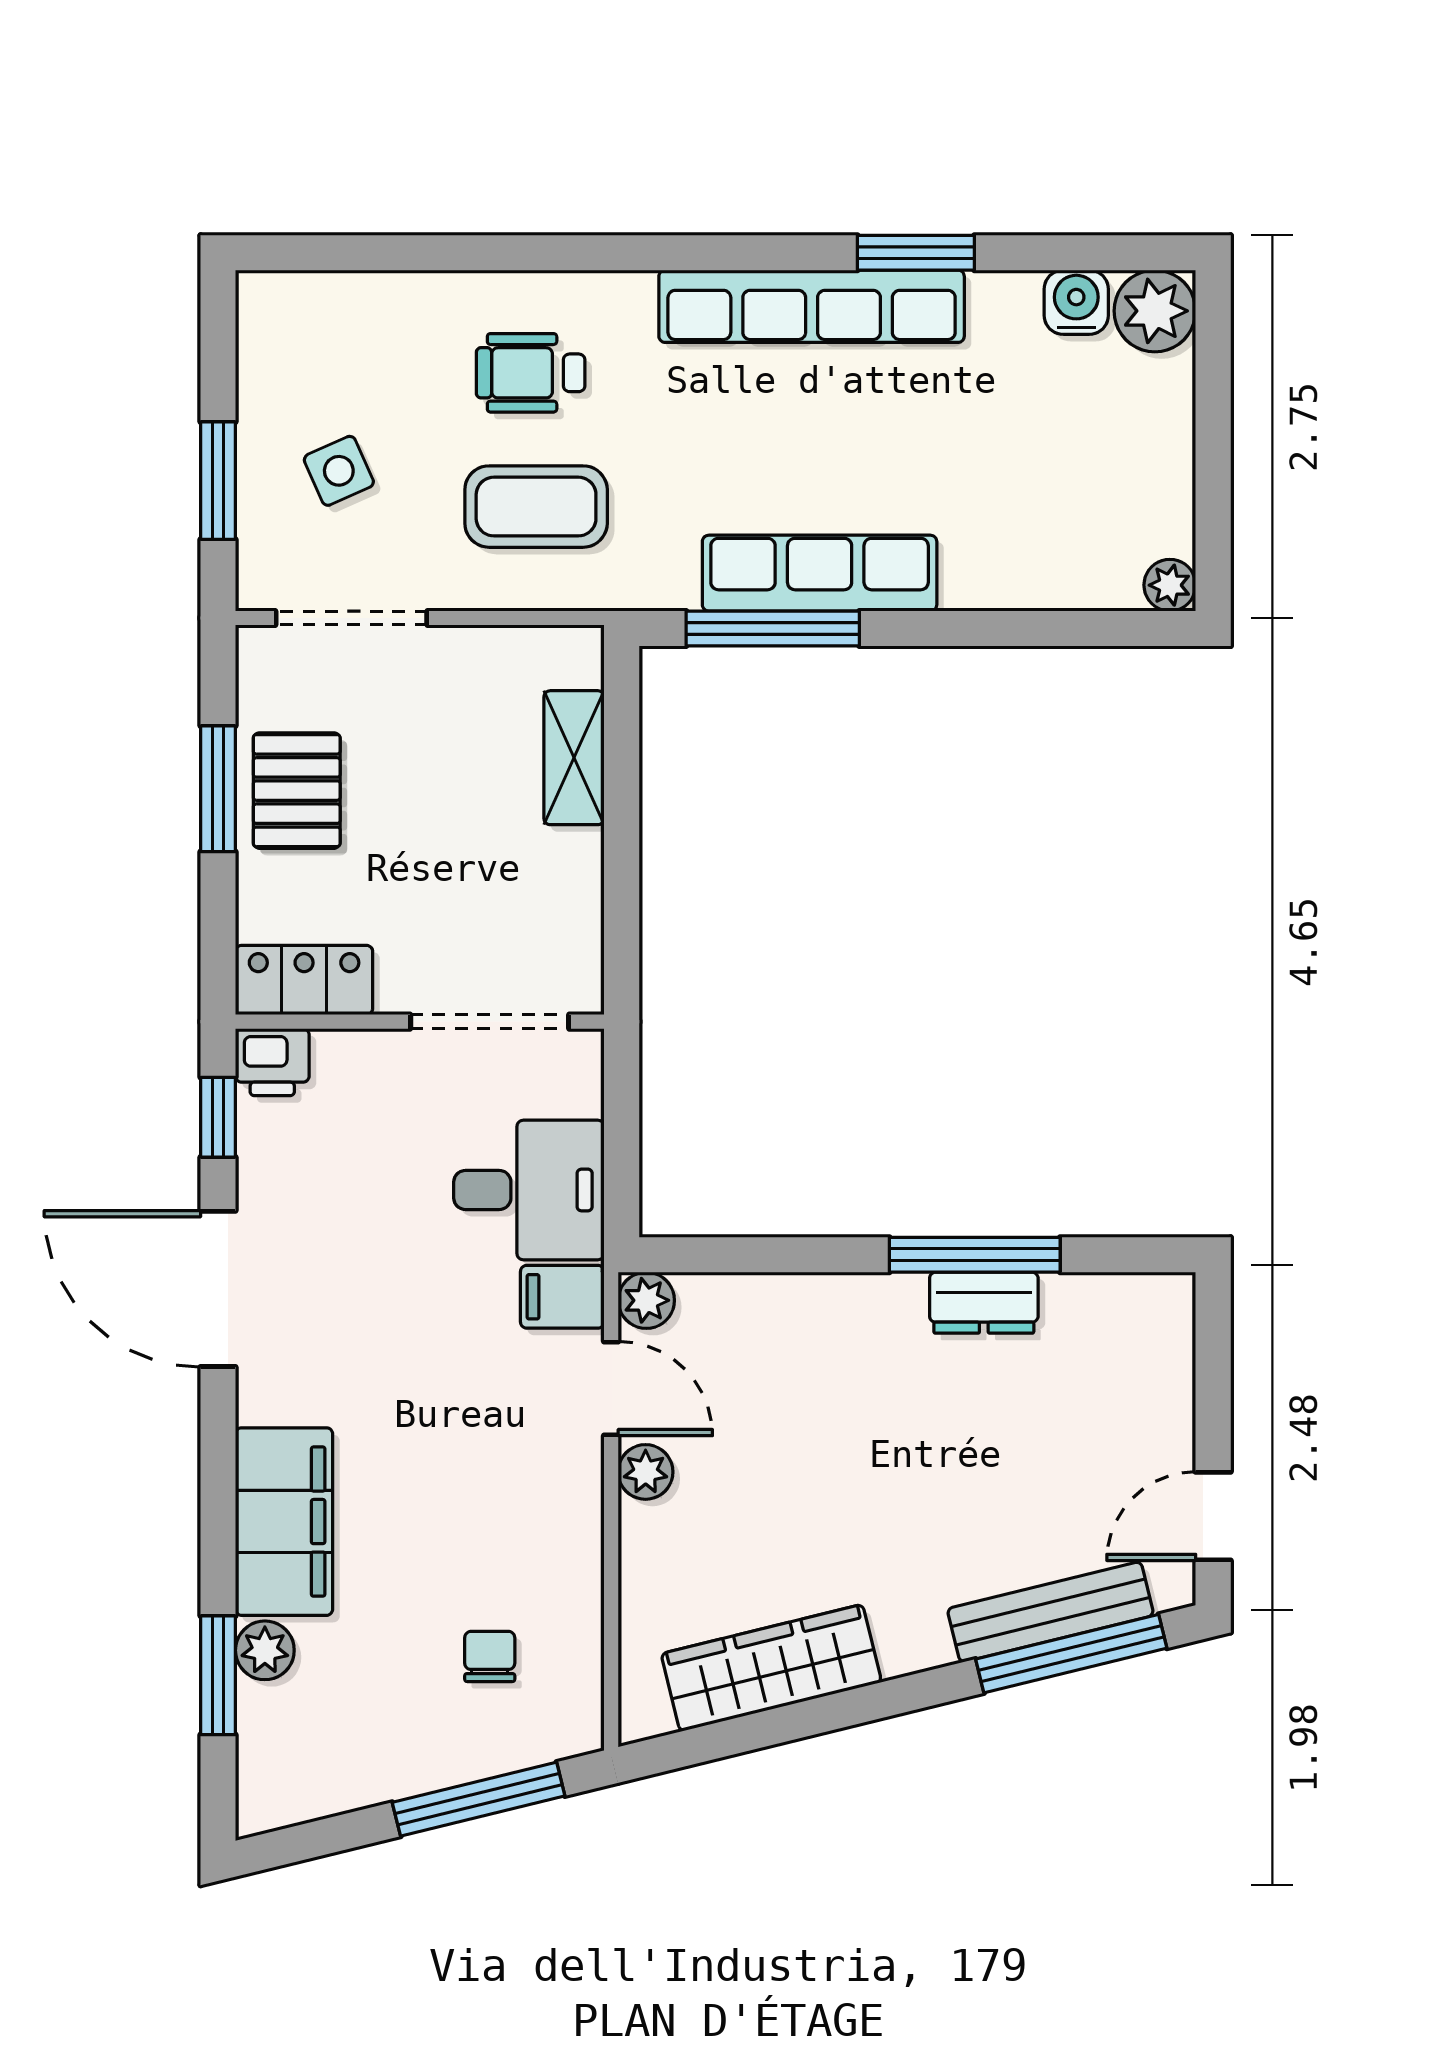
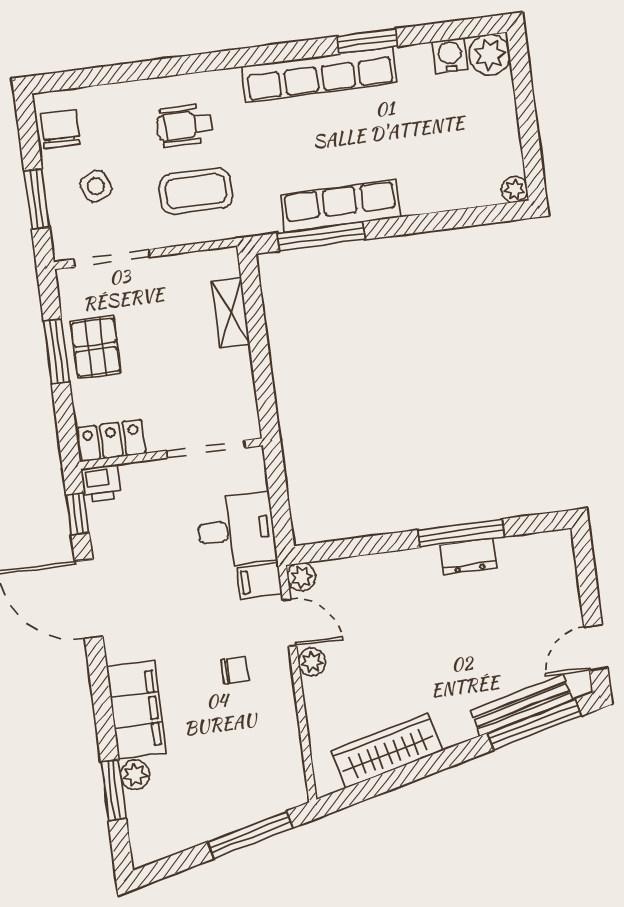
chair: (283, 348) -> (60, 129), added
chair: (490, 1656) -> (235, 670), moved, turned 90

